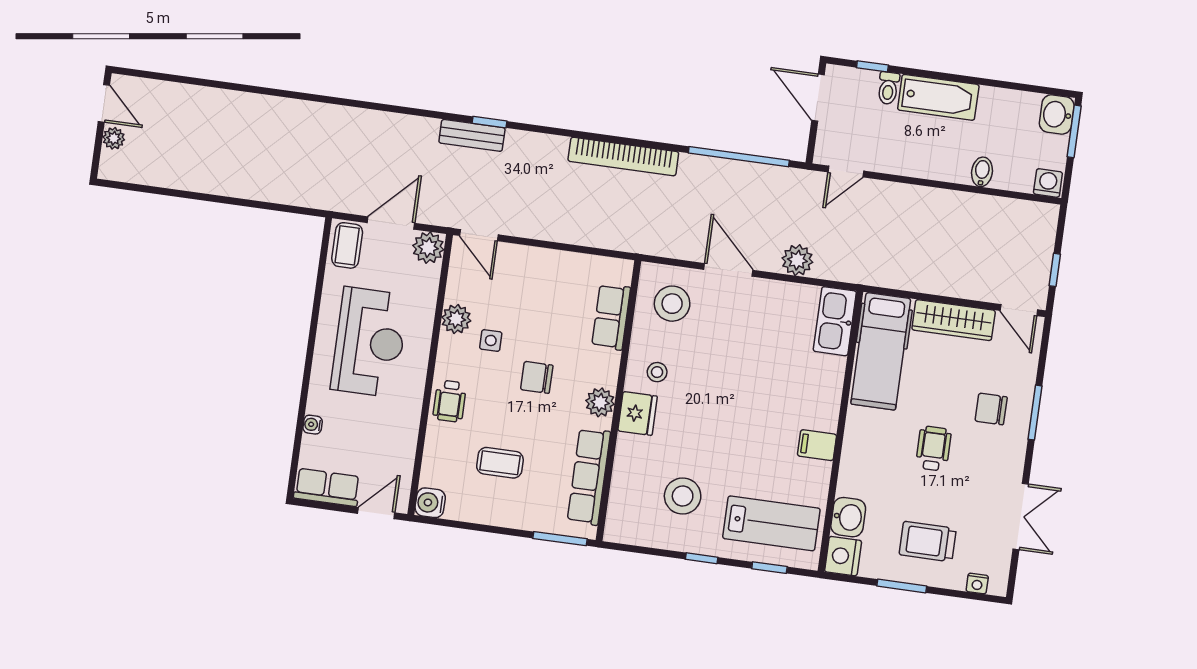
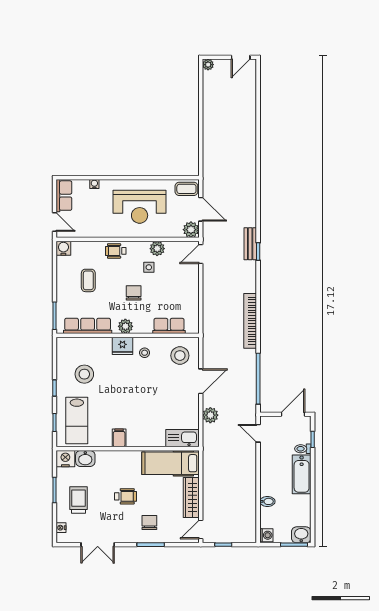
plant: (114, 138) -> (208, 65), moved

